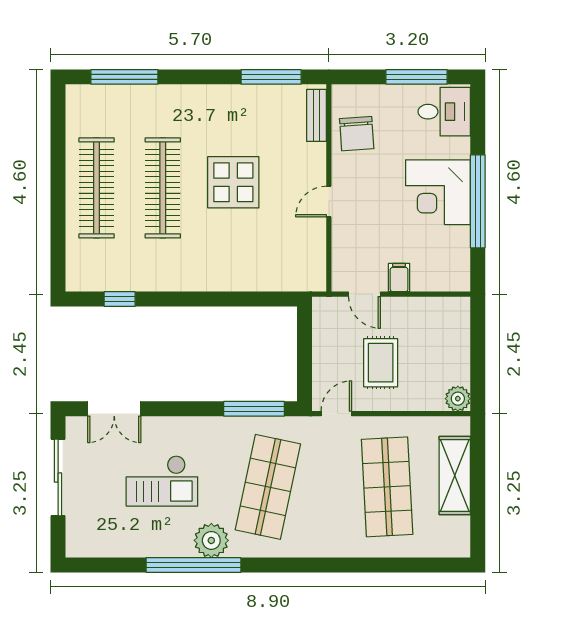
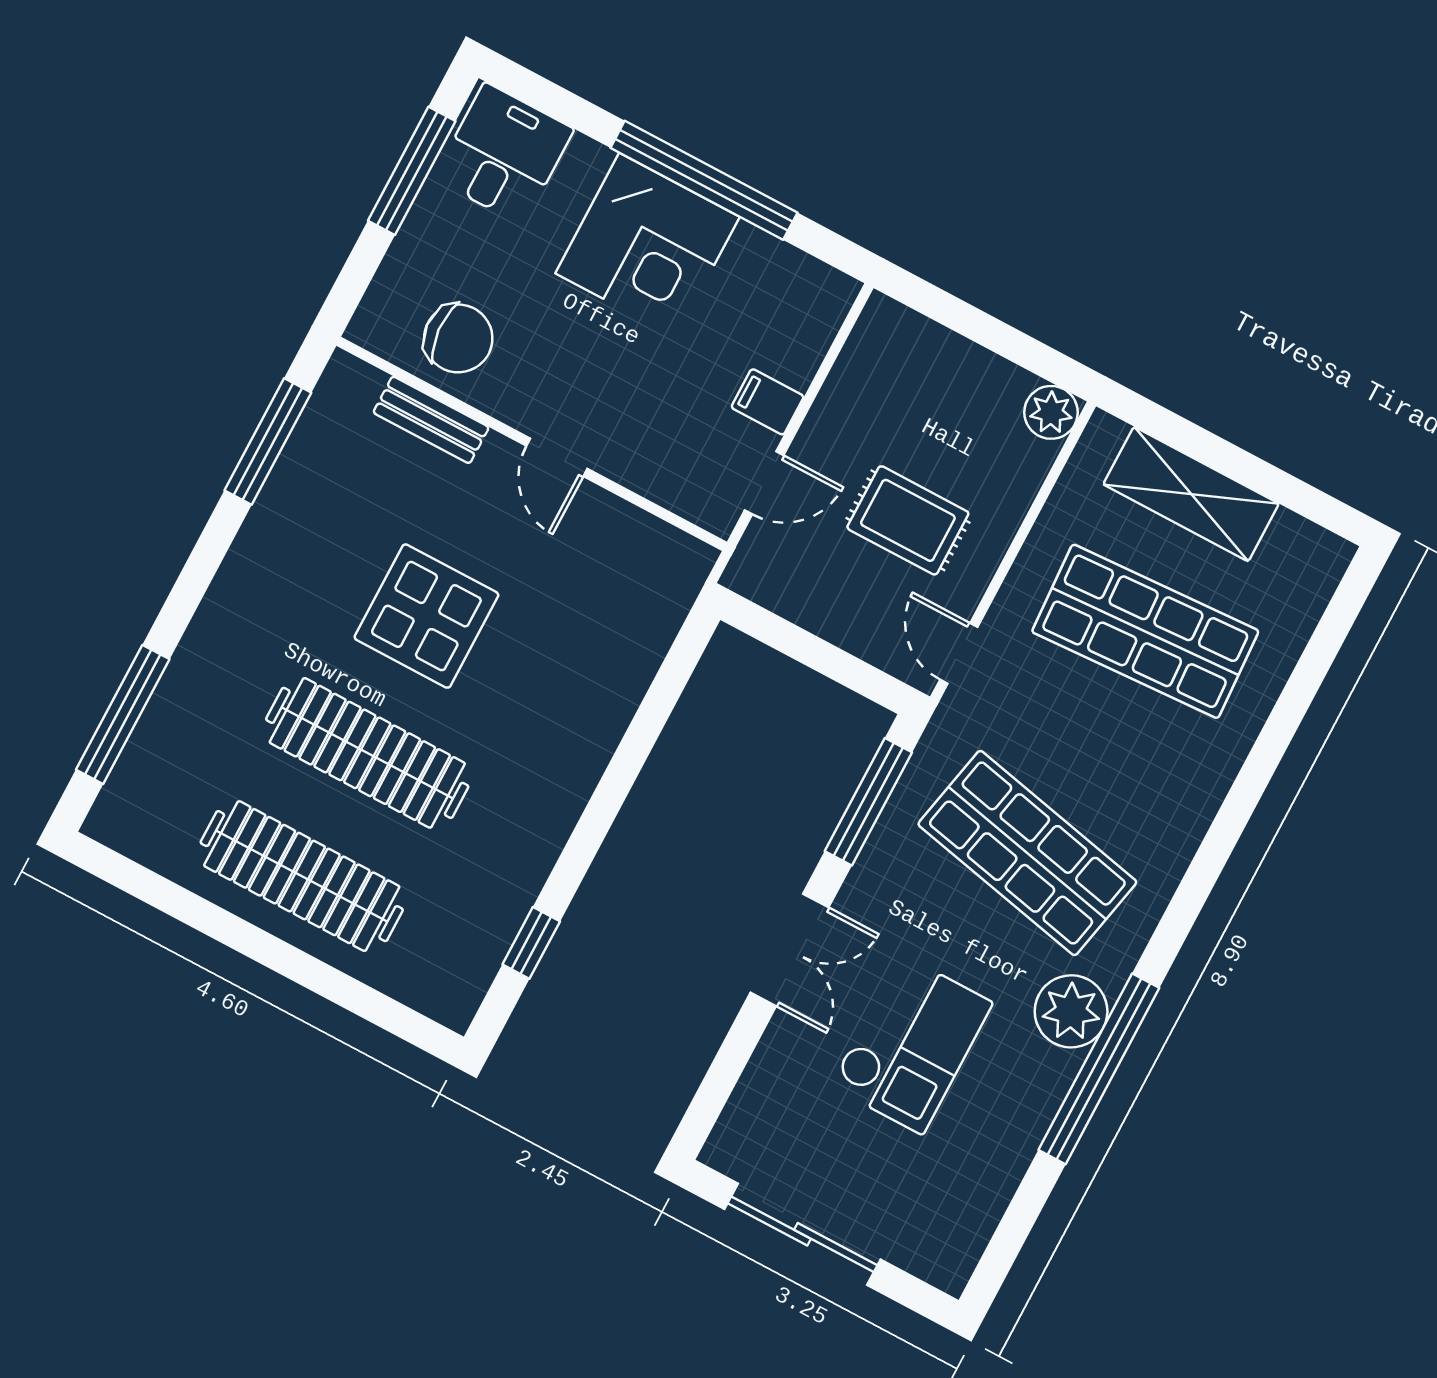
bench: (317, 115) -> (431, 420), moved
double door: (114, 409) -> (789, 950), moved

